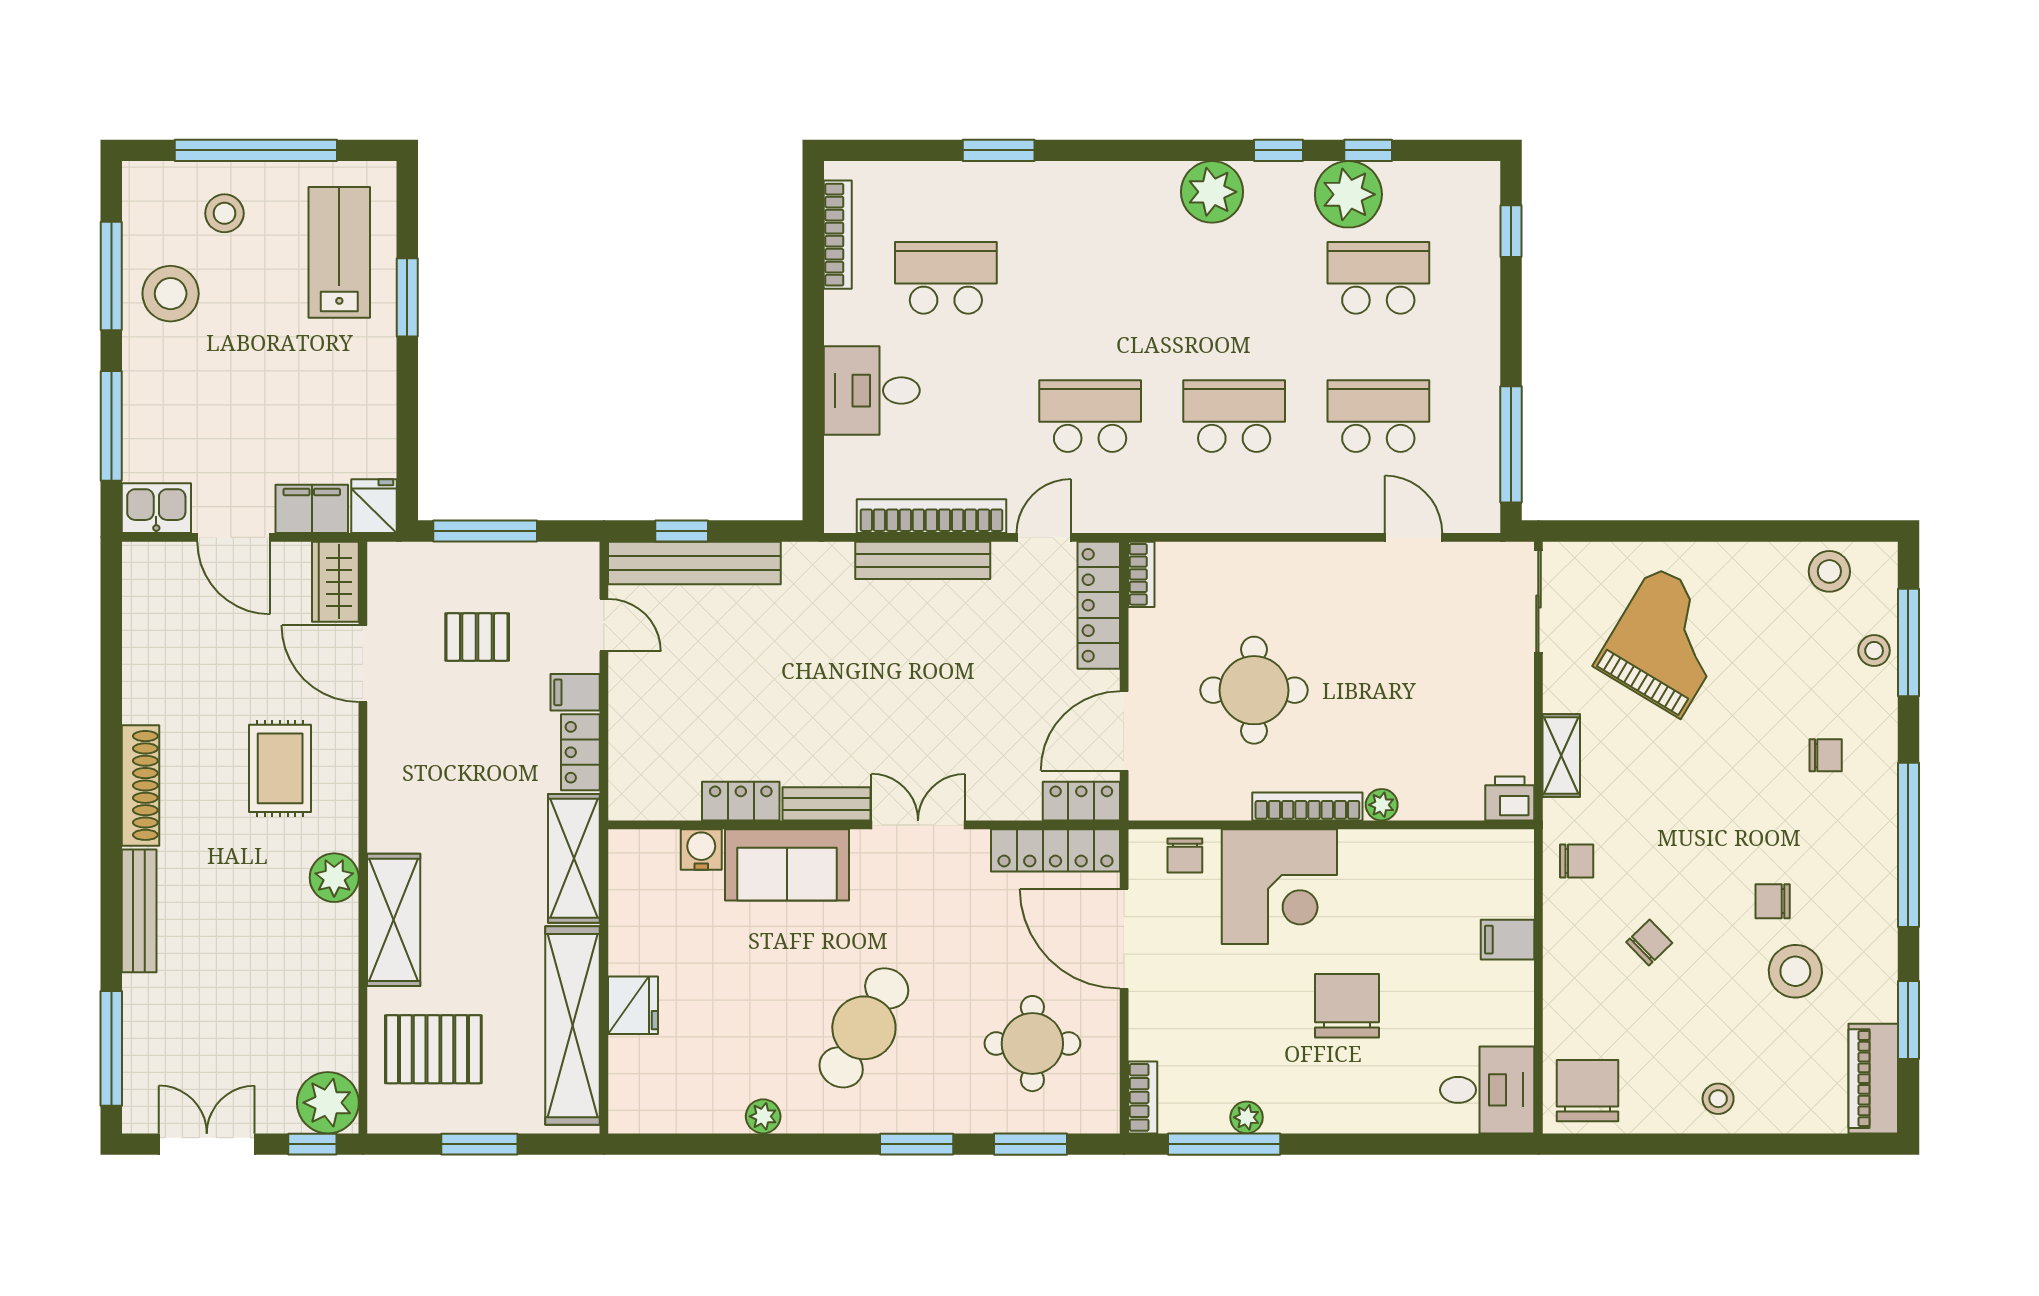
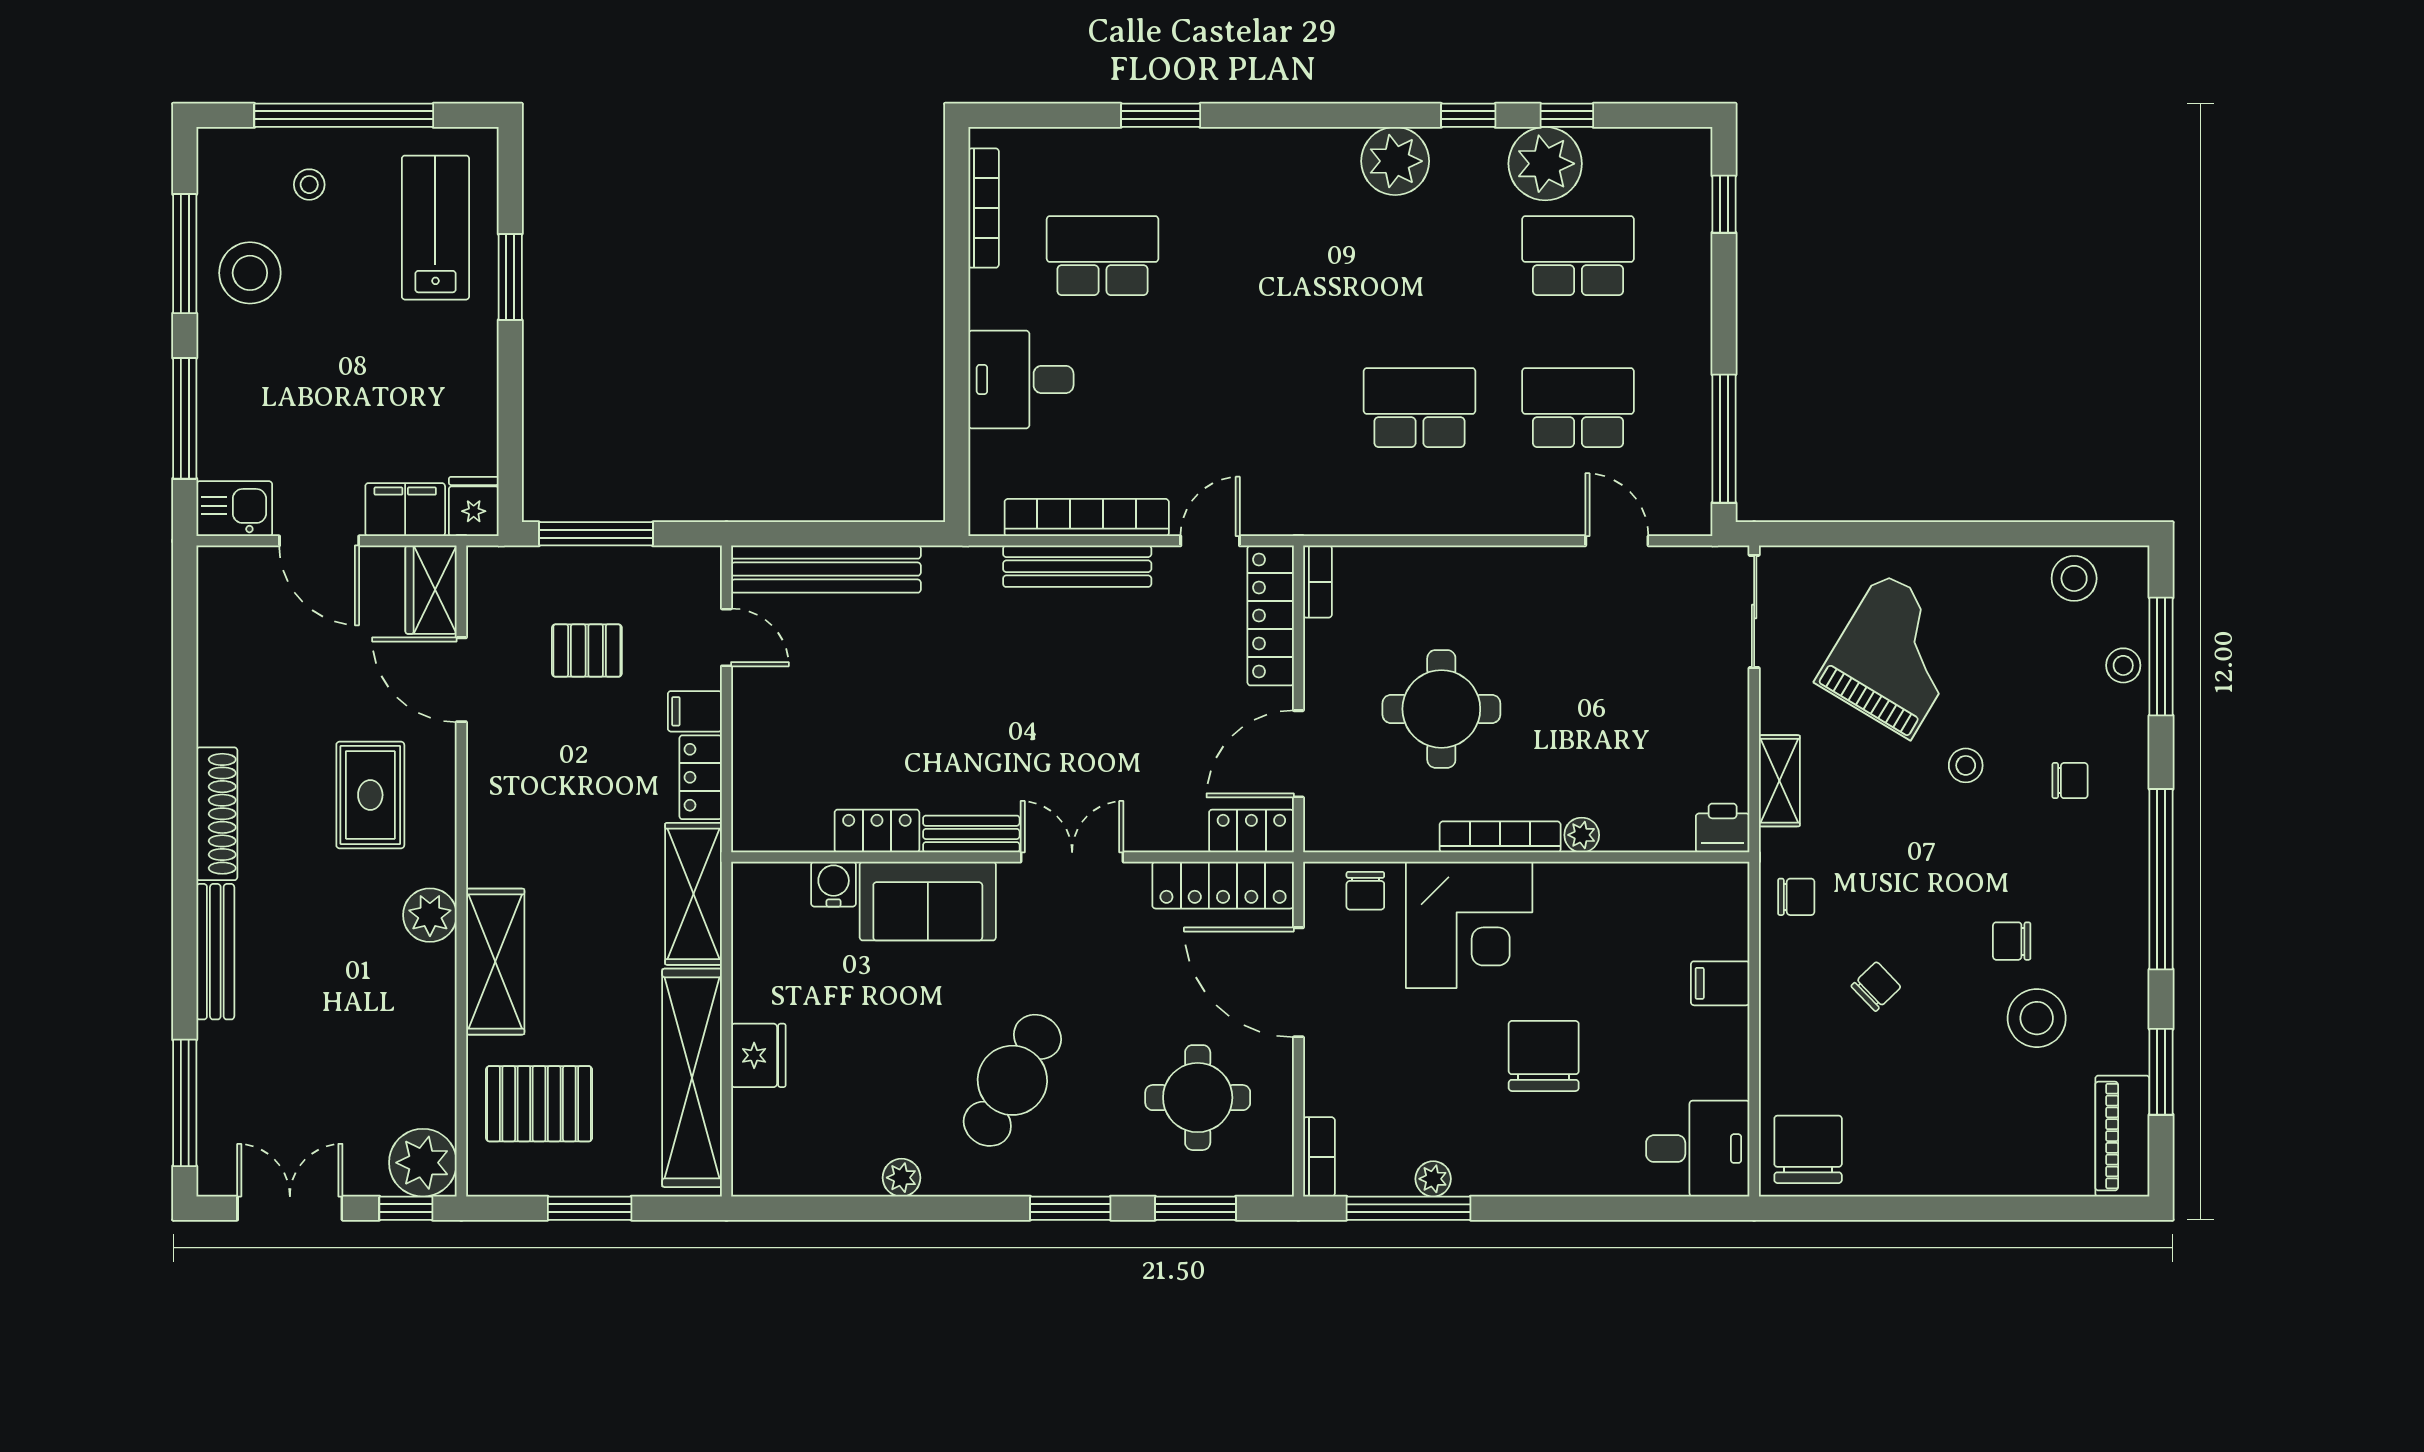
stool: (224, 213) -> (309, 185), width x0.73, depth x0.73
school desk: (1090, 416) -> (1261, 408), removed
window: (682, 531) -> (812, 534), removed
stool: (1718, 1099) -> (1966, 765), moved

